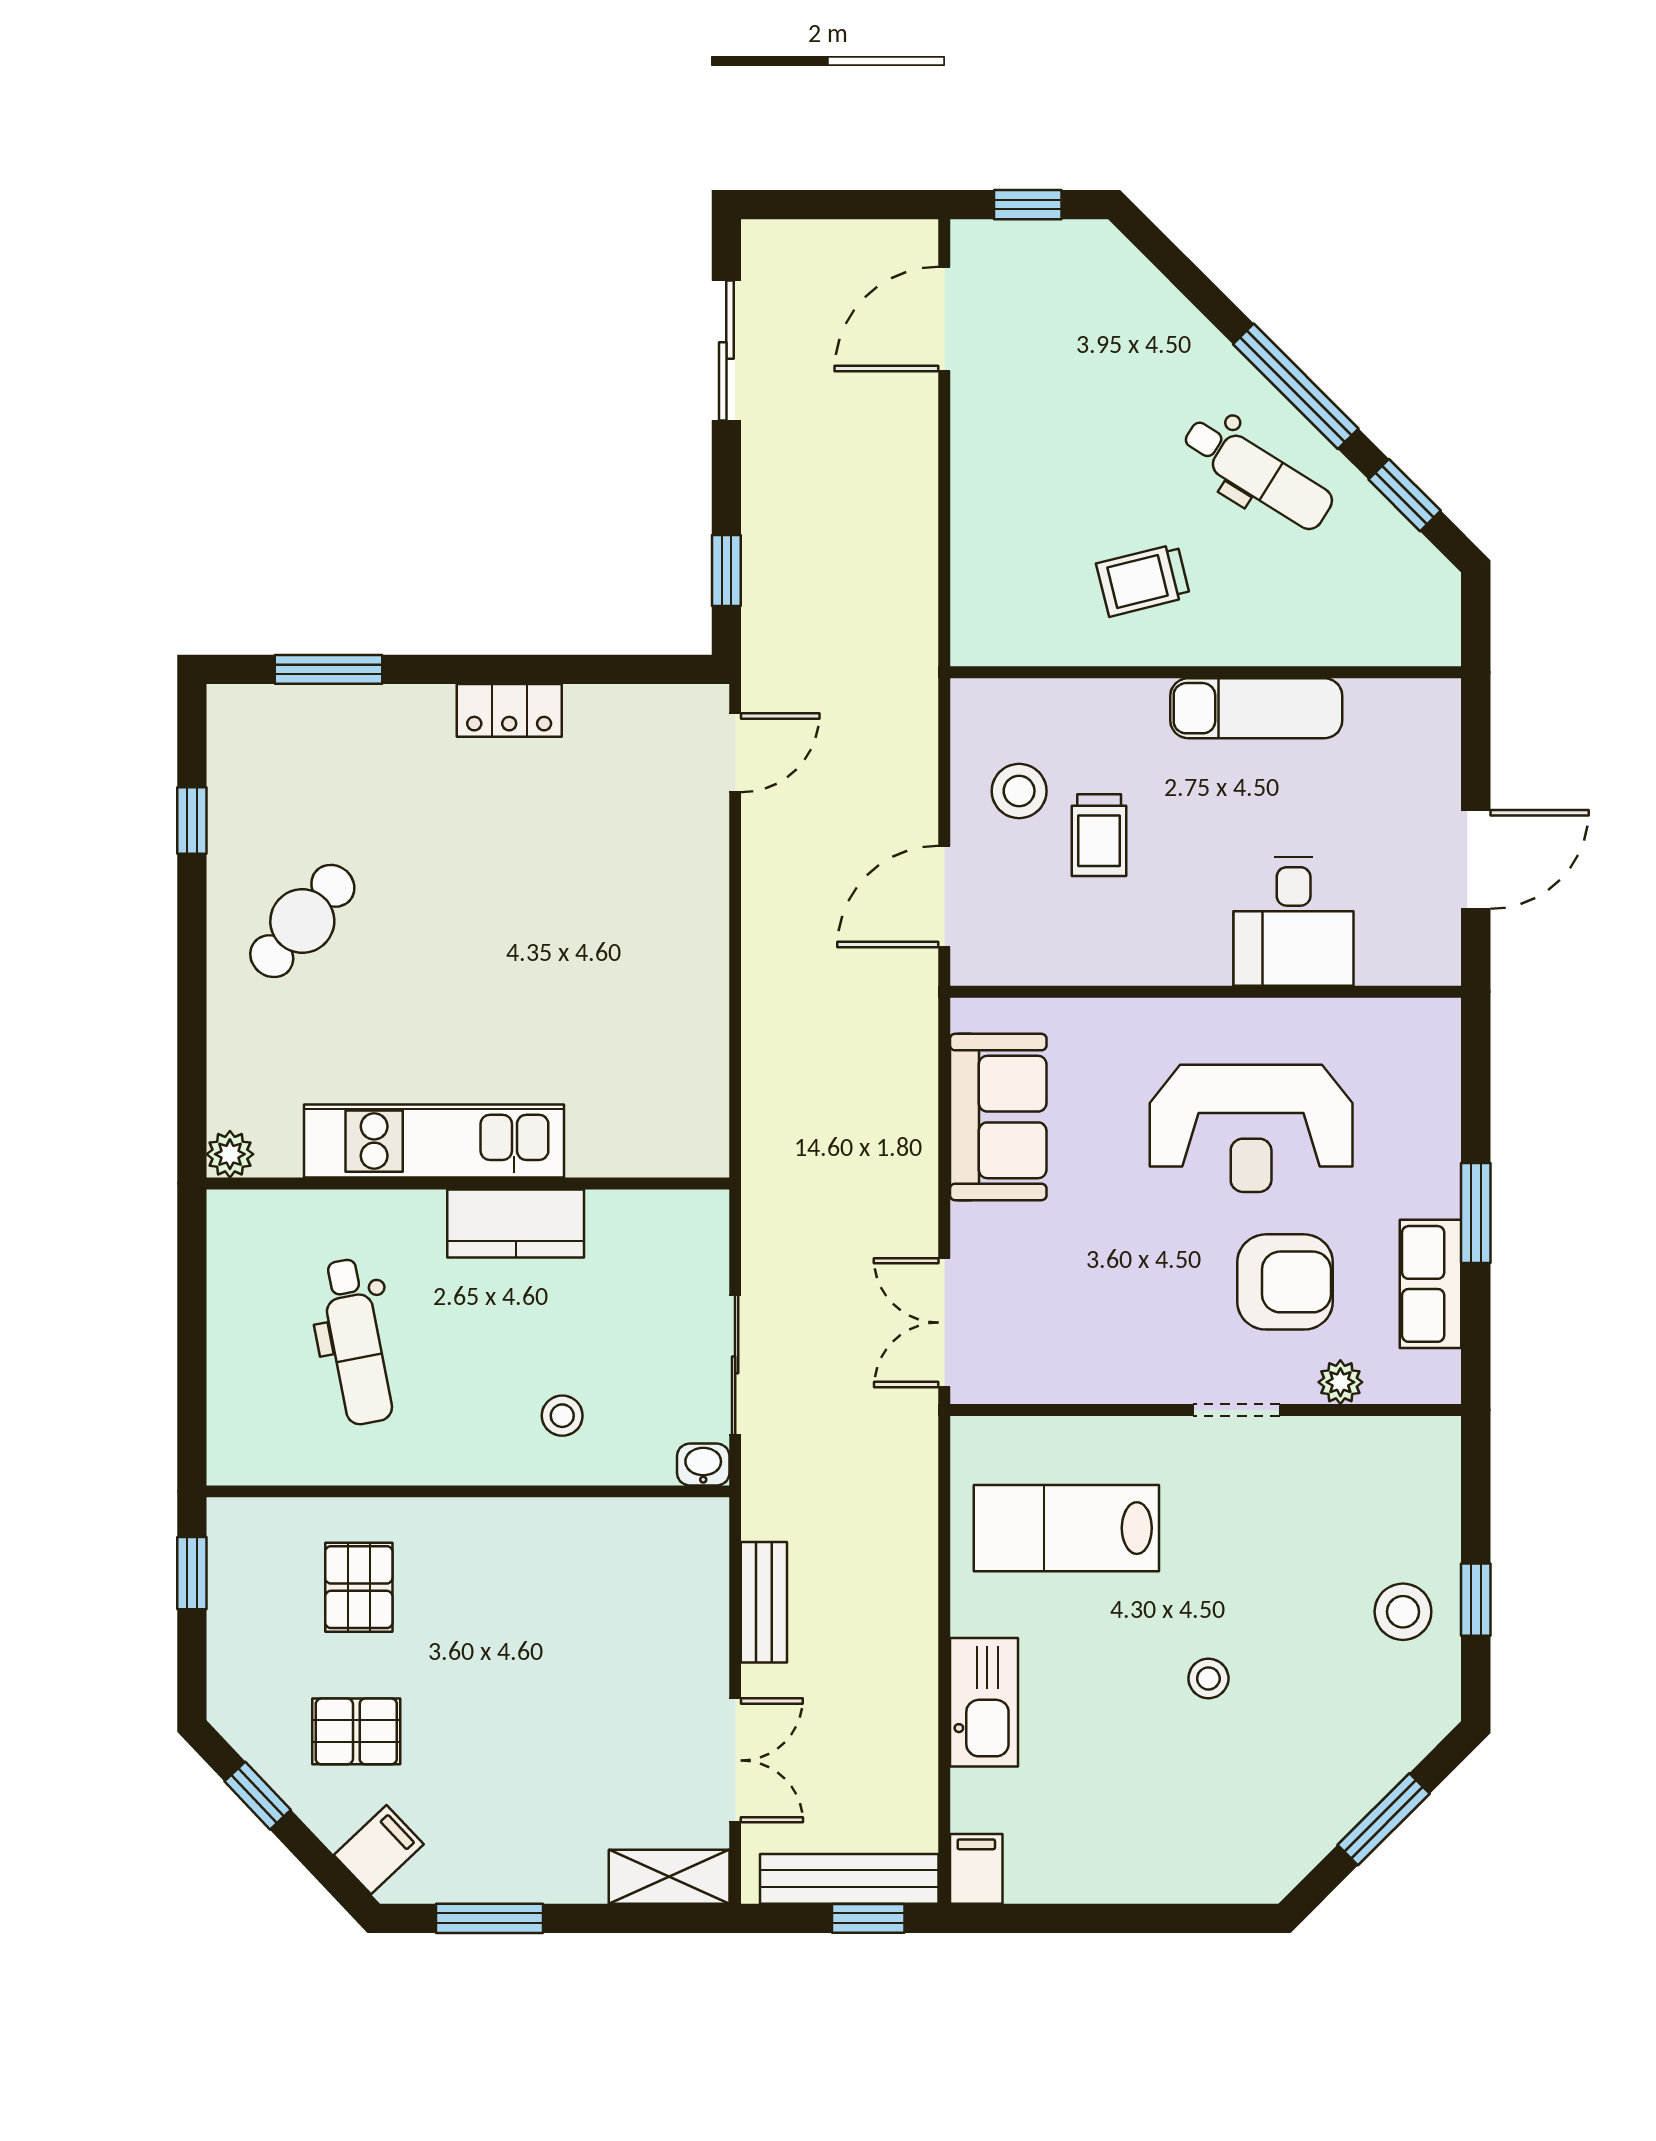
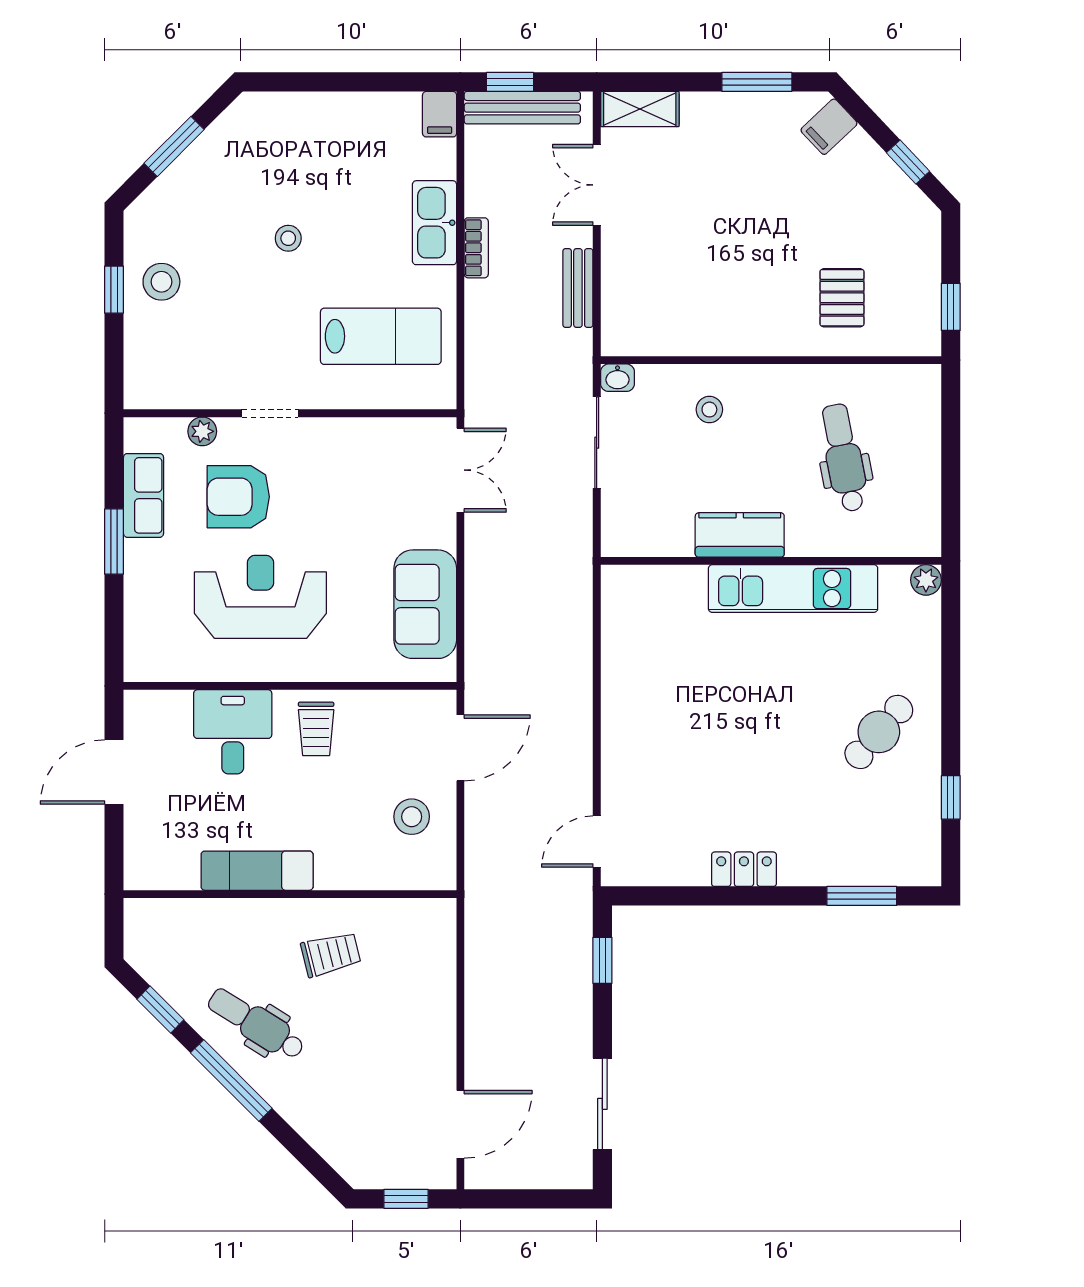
trolley: (1099, 835) -> (316, 729), moved, turned 180
bookcase: (920, 1664) -> (476, 248), added
pallet: (356, 1731) -> (844, 204), removed

